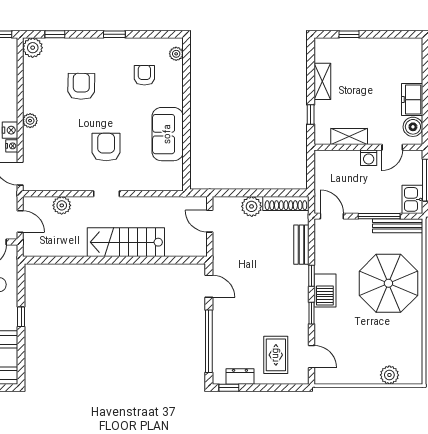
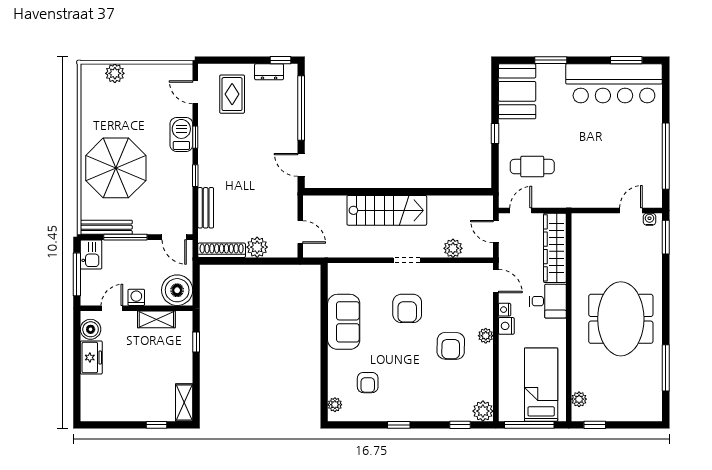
shelving: (322, 81) -> (184, 402), moved
armchair: (81, 86) -> (451, 346), moved
boiler: (329, 165) -> (177, 290), added
barbecue: (325, 291) -> (181, 134), moved

